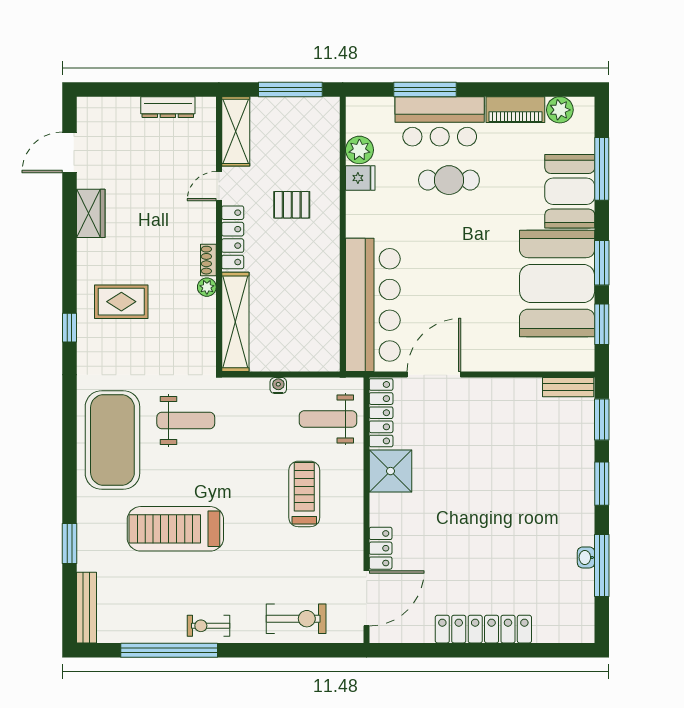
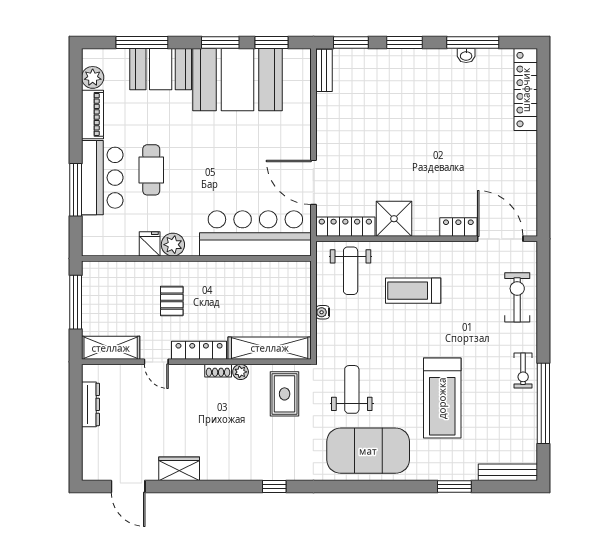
plant: (359, 150) -> (173, 245), moved
rug: (121, 302) -> (285, 394), moved
locker: (483, 629) -> (526, 90), moved

